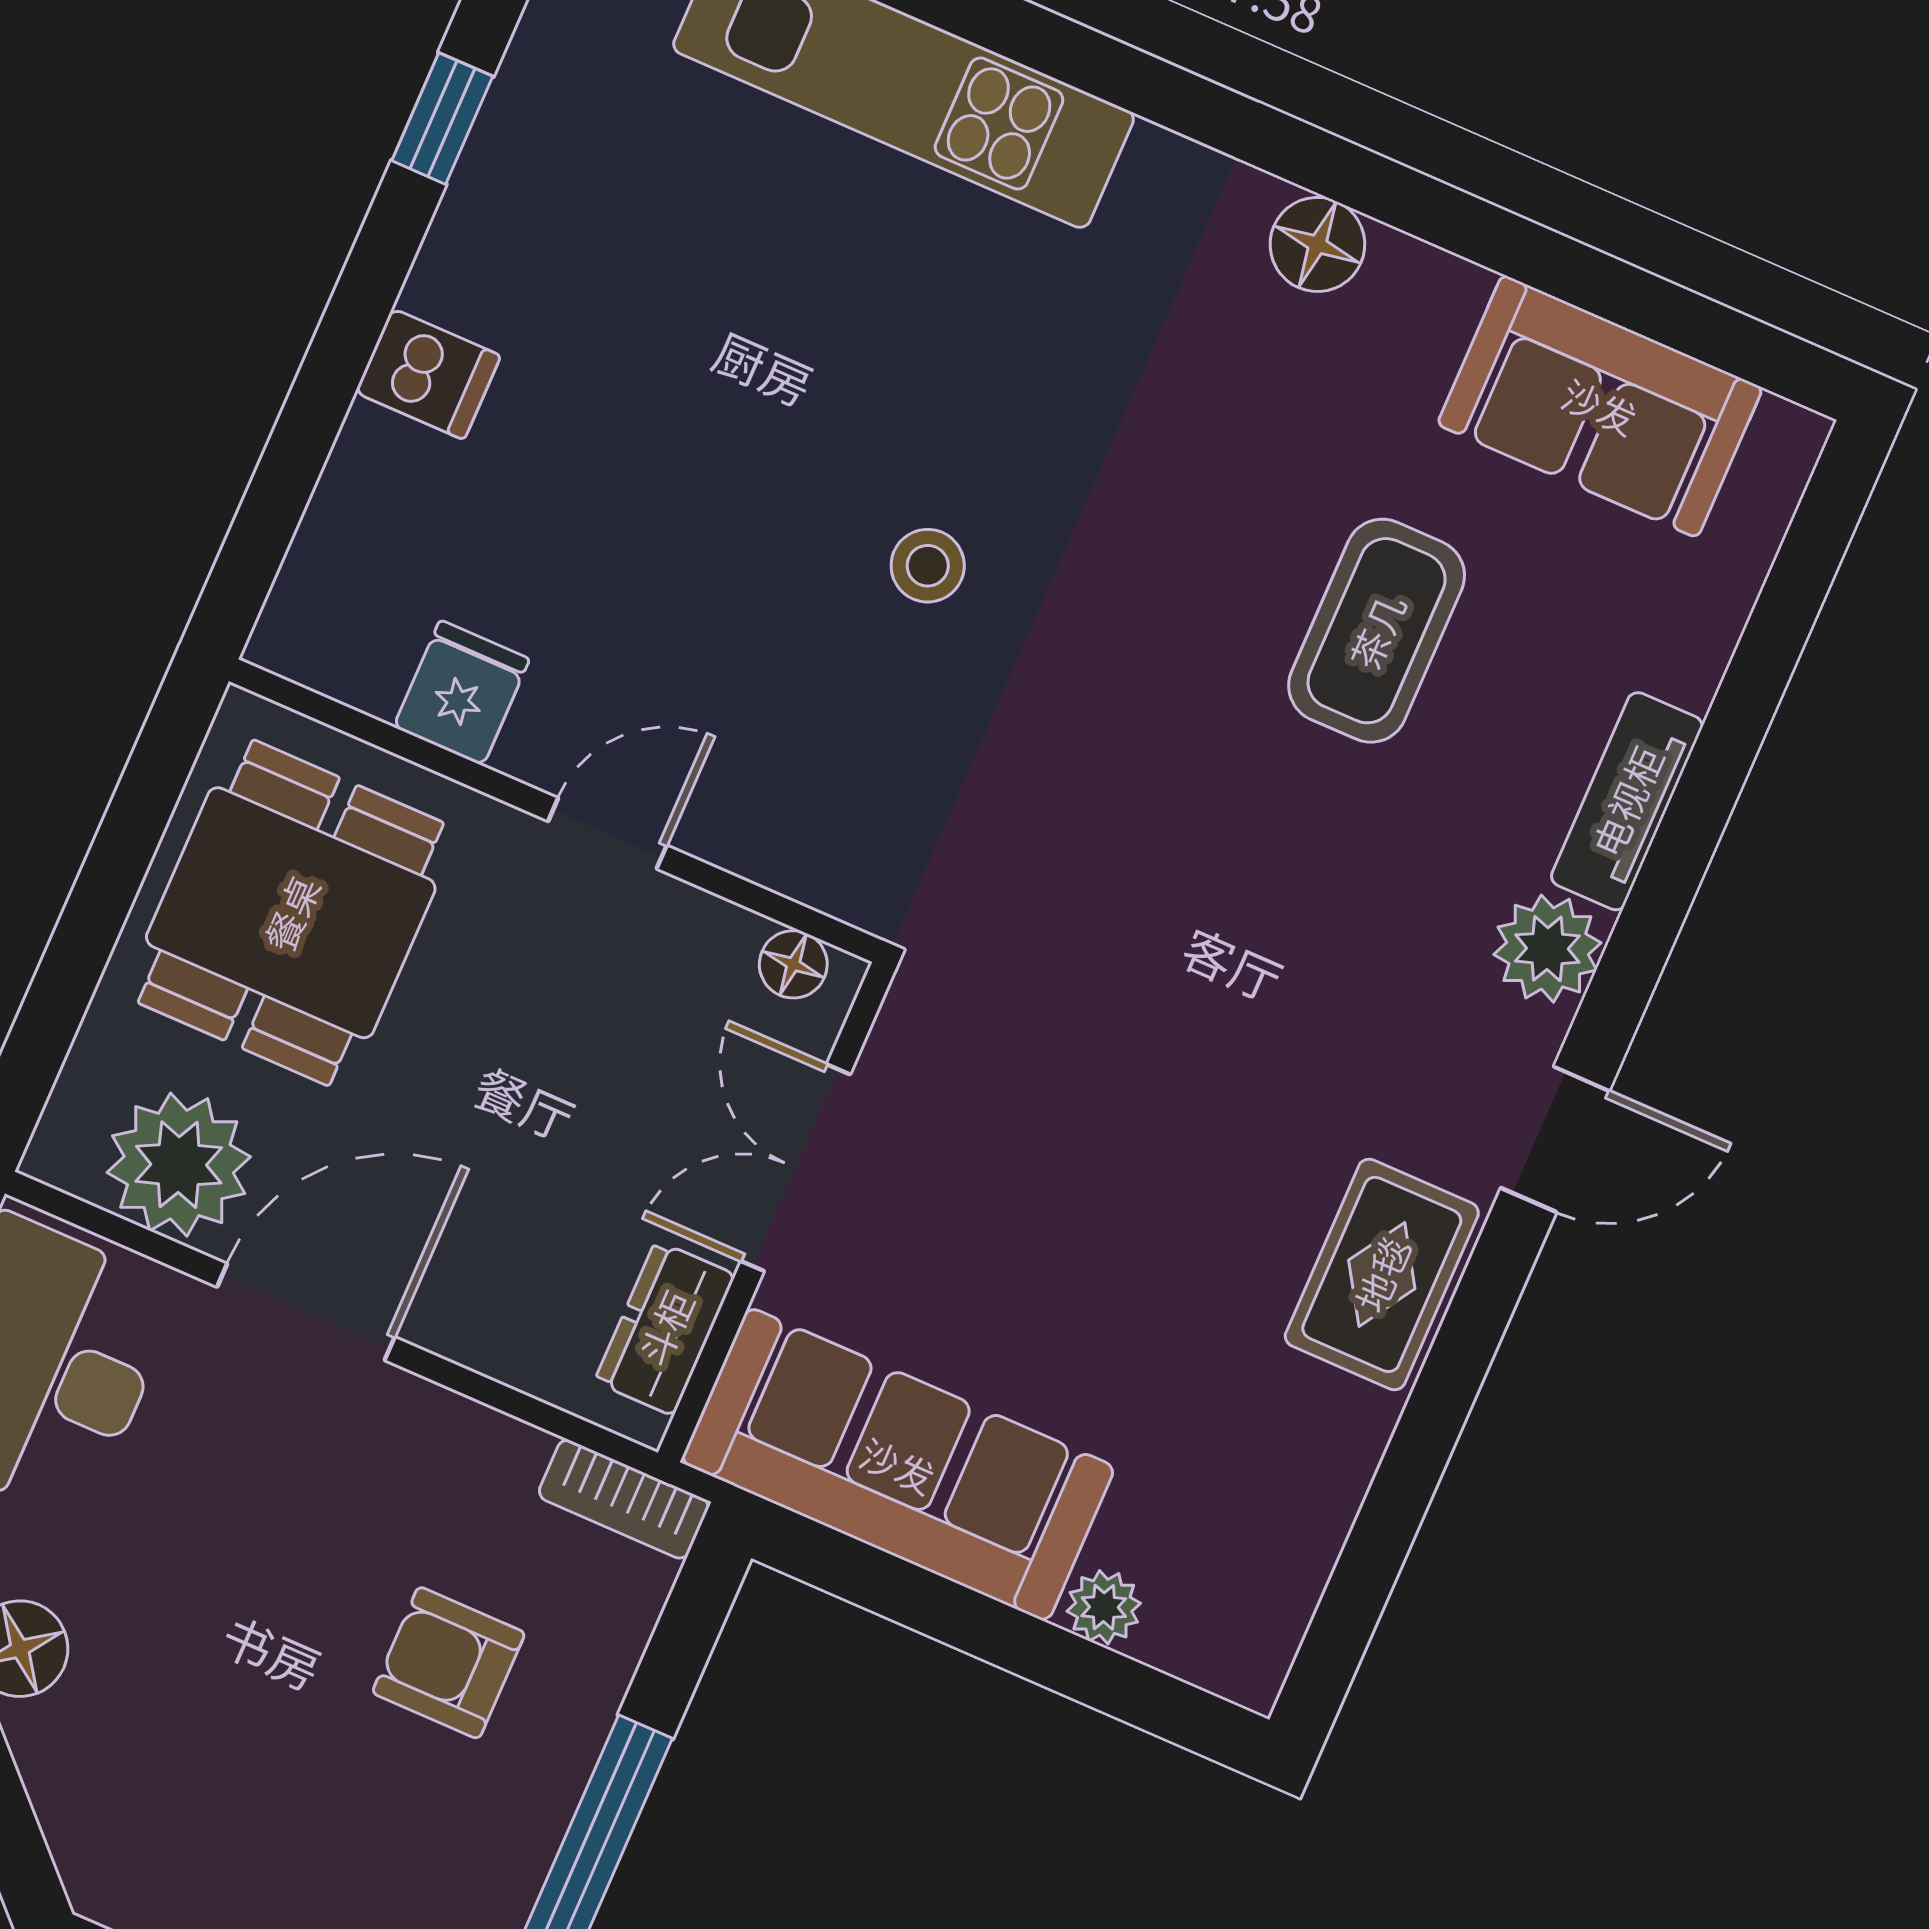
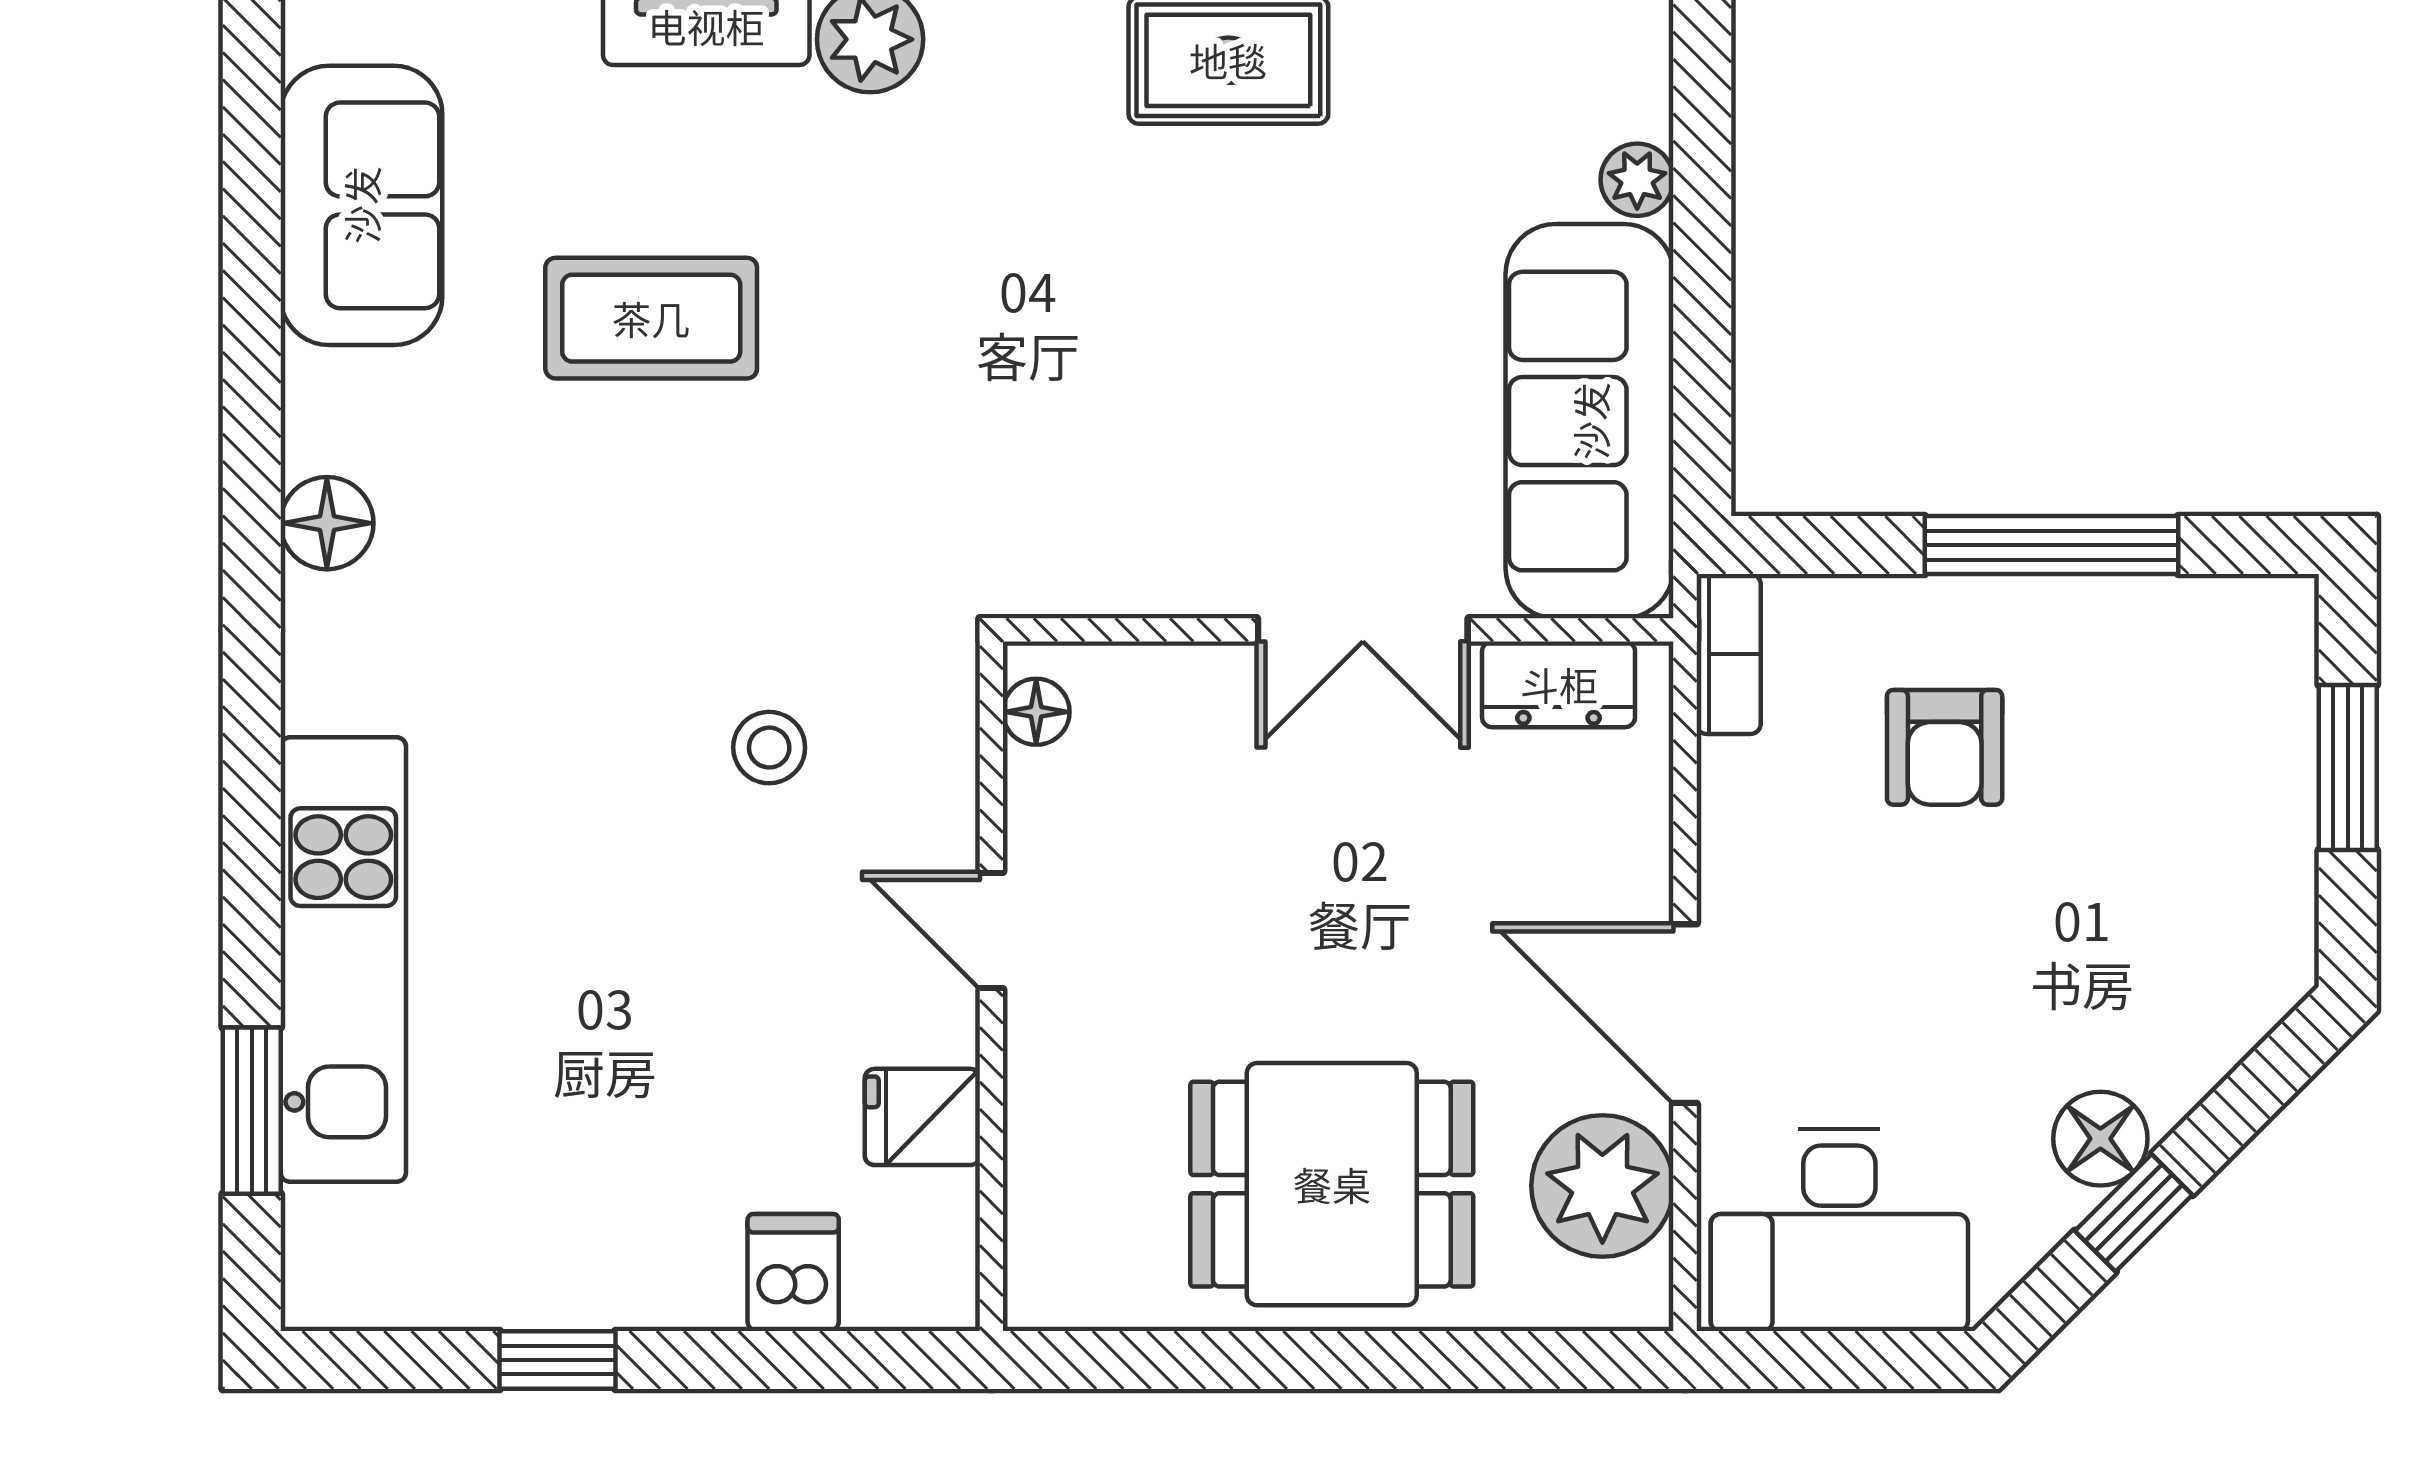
fridge: (462, 693) -> (922, 1117), moved
wall: (555, 811) -> (991, 986), moved
door: (607, 833) -> (991, 930), moved
floor lamp: (793, 964) -> (1036, 712), moved

